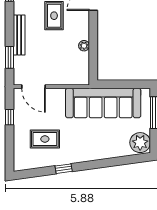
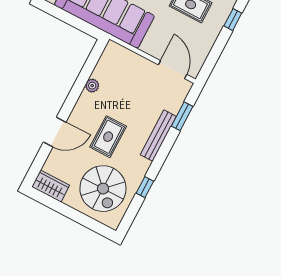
window: (10, 117) -> (233, 20), moved

